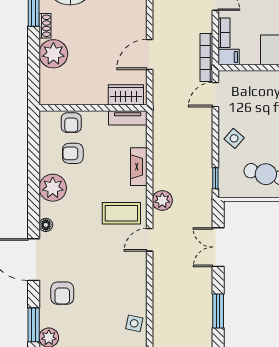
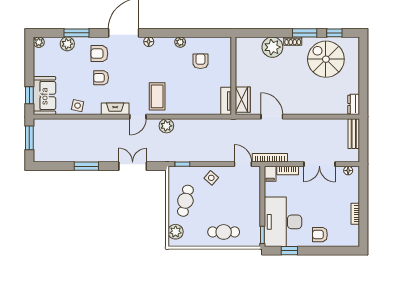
armchair: (71, 123) -> (101, 78), moved
fireplace: (139, 167) -> (115, 109), moved
plant: (53, 188) -> (180, 42), width x0.53, depth x0.53
door: (150, 240) -> (138, 117), swing flipped

